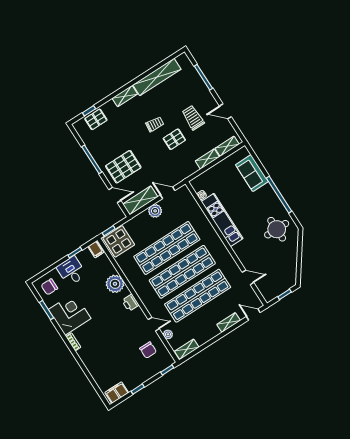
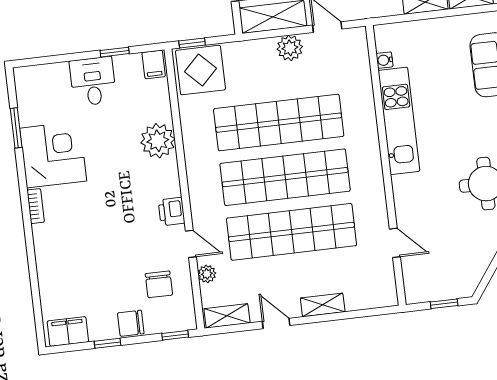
chair: (49, 287) -> (131, 323), moved
printer: (130, 303) -> (172, 212), moved
door: (253, 314) -> (276, 323), moved

